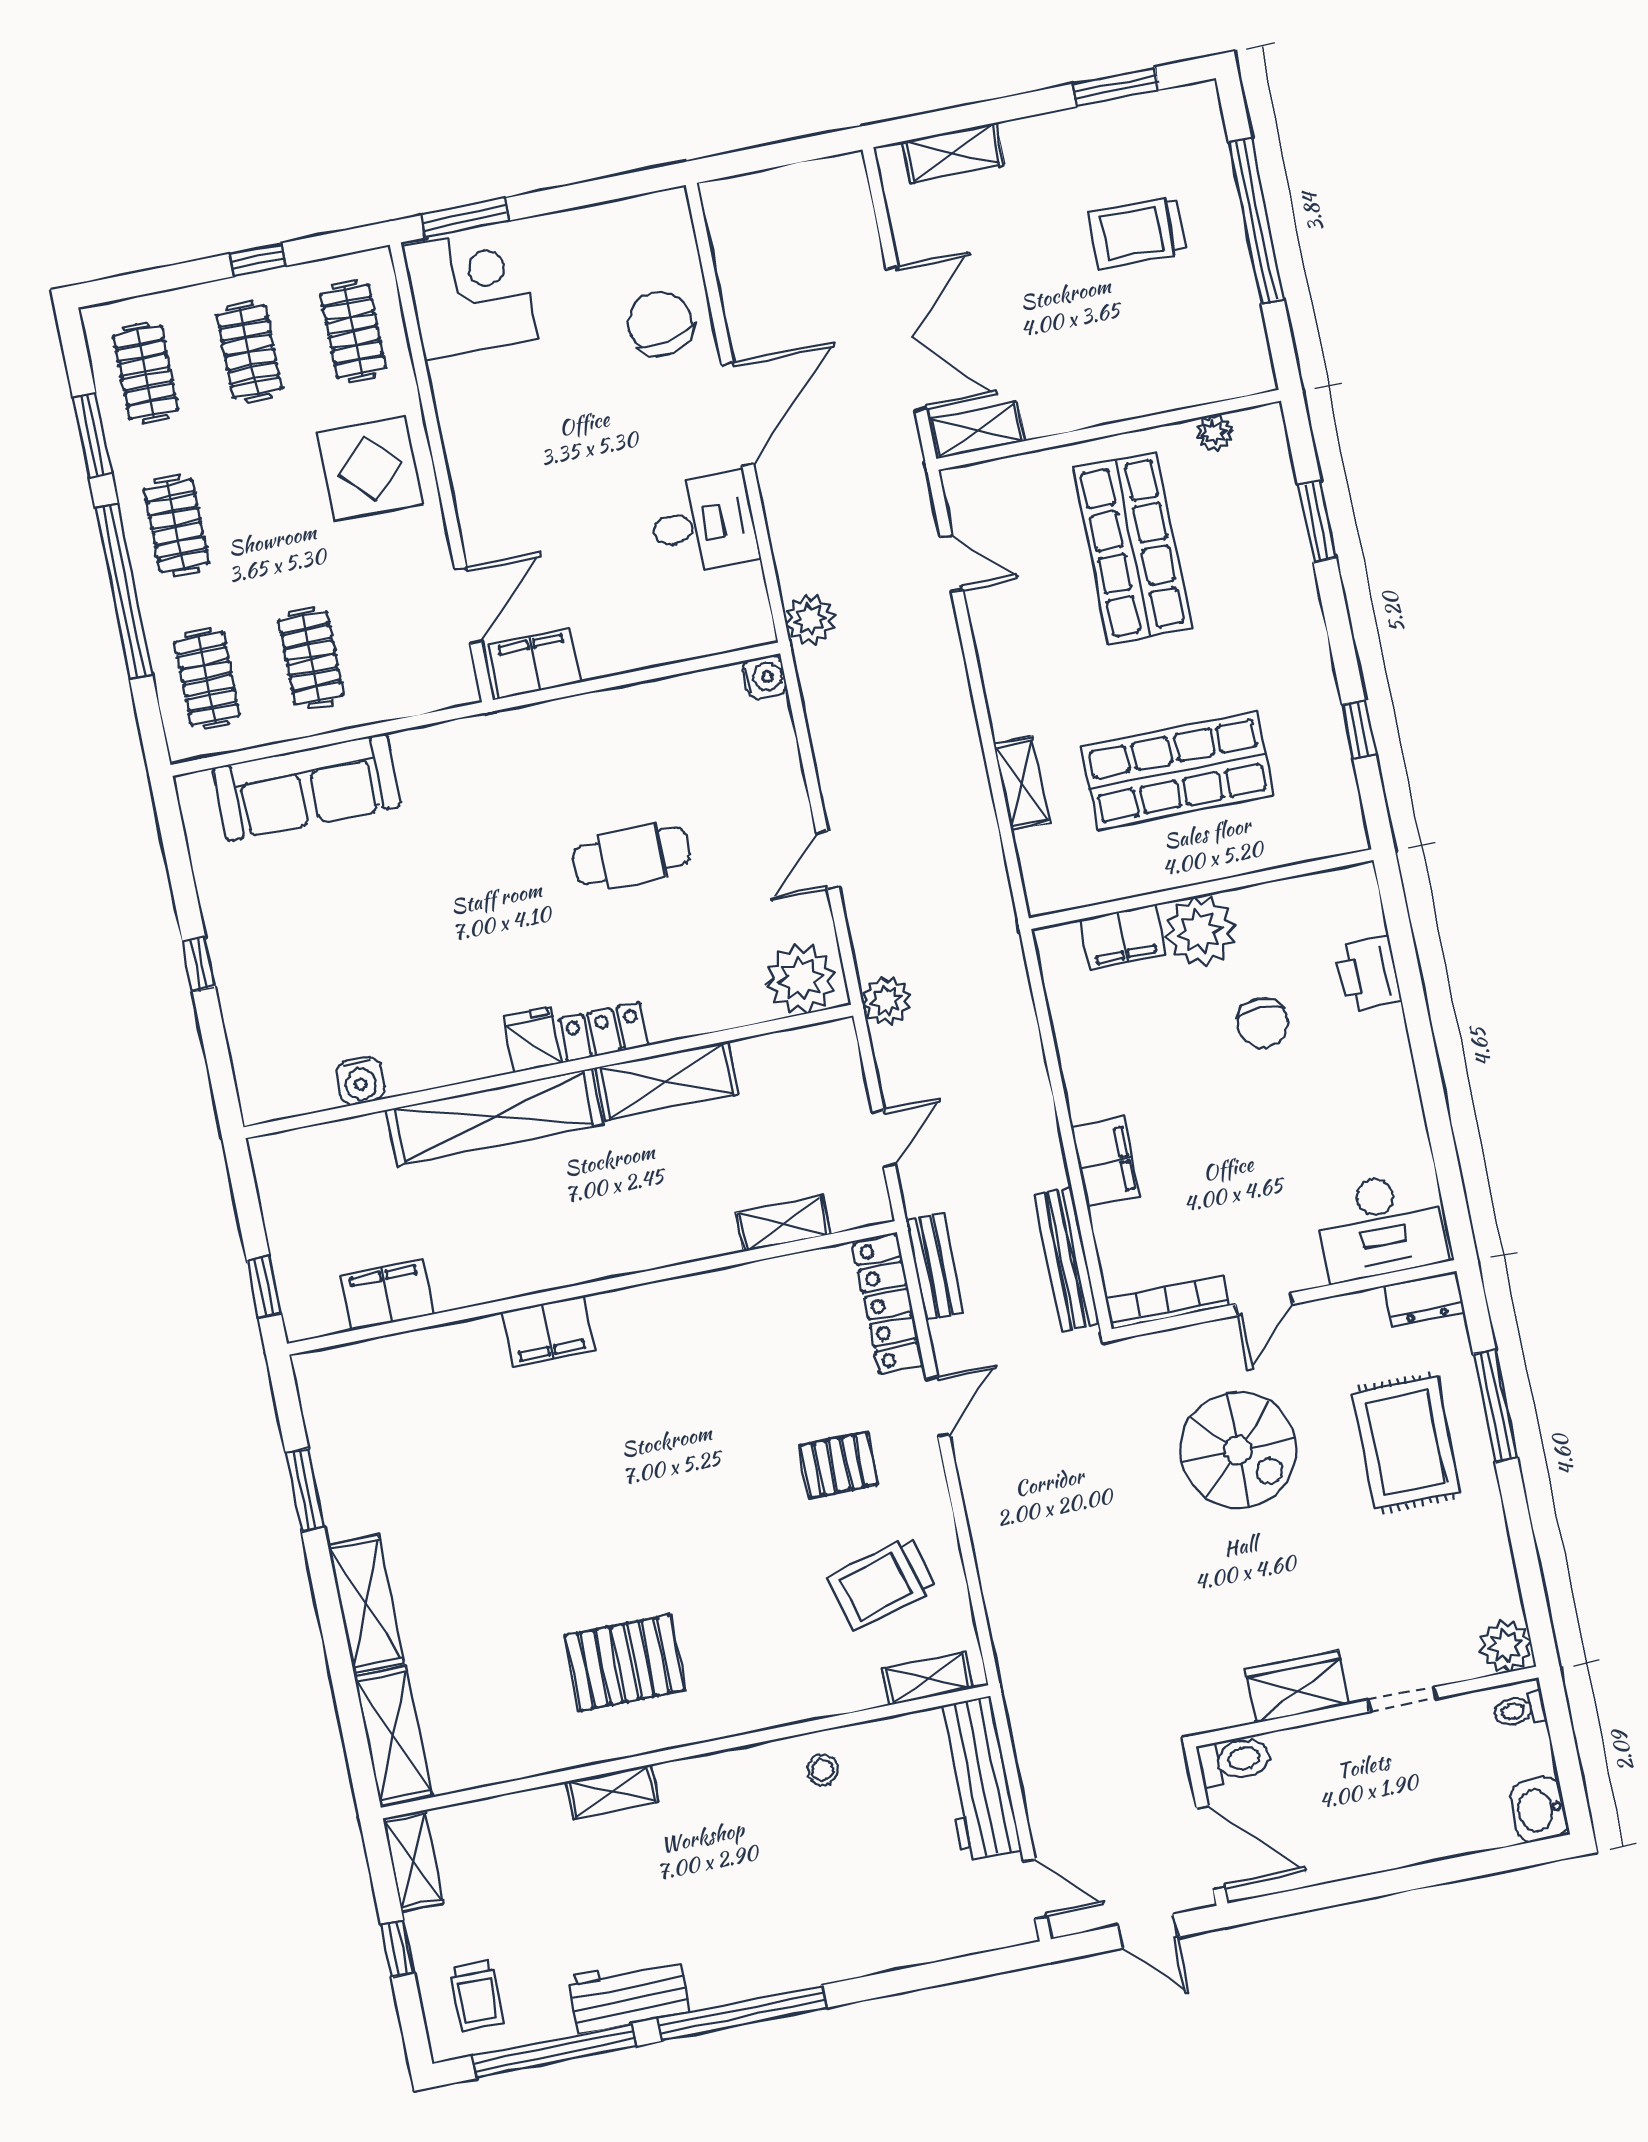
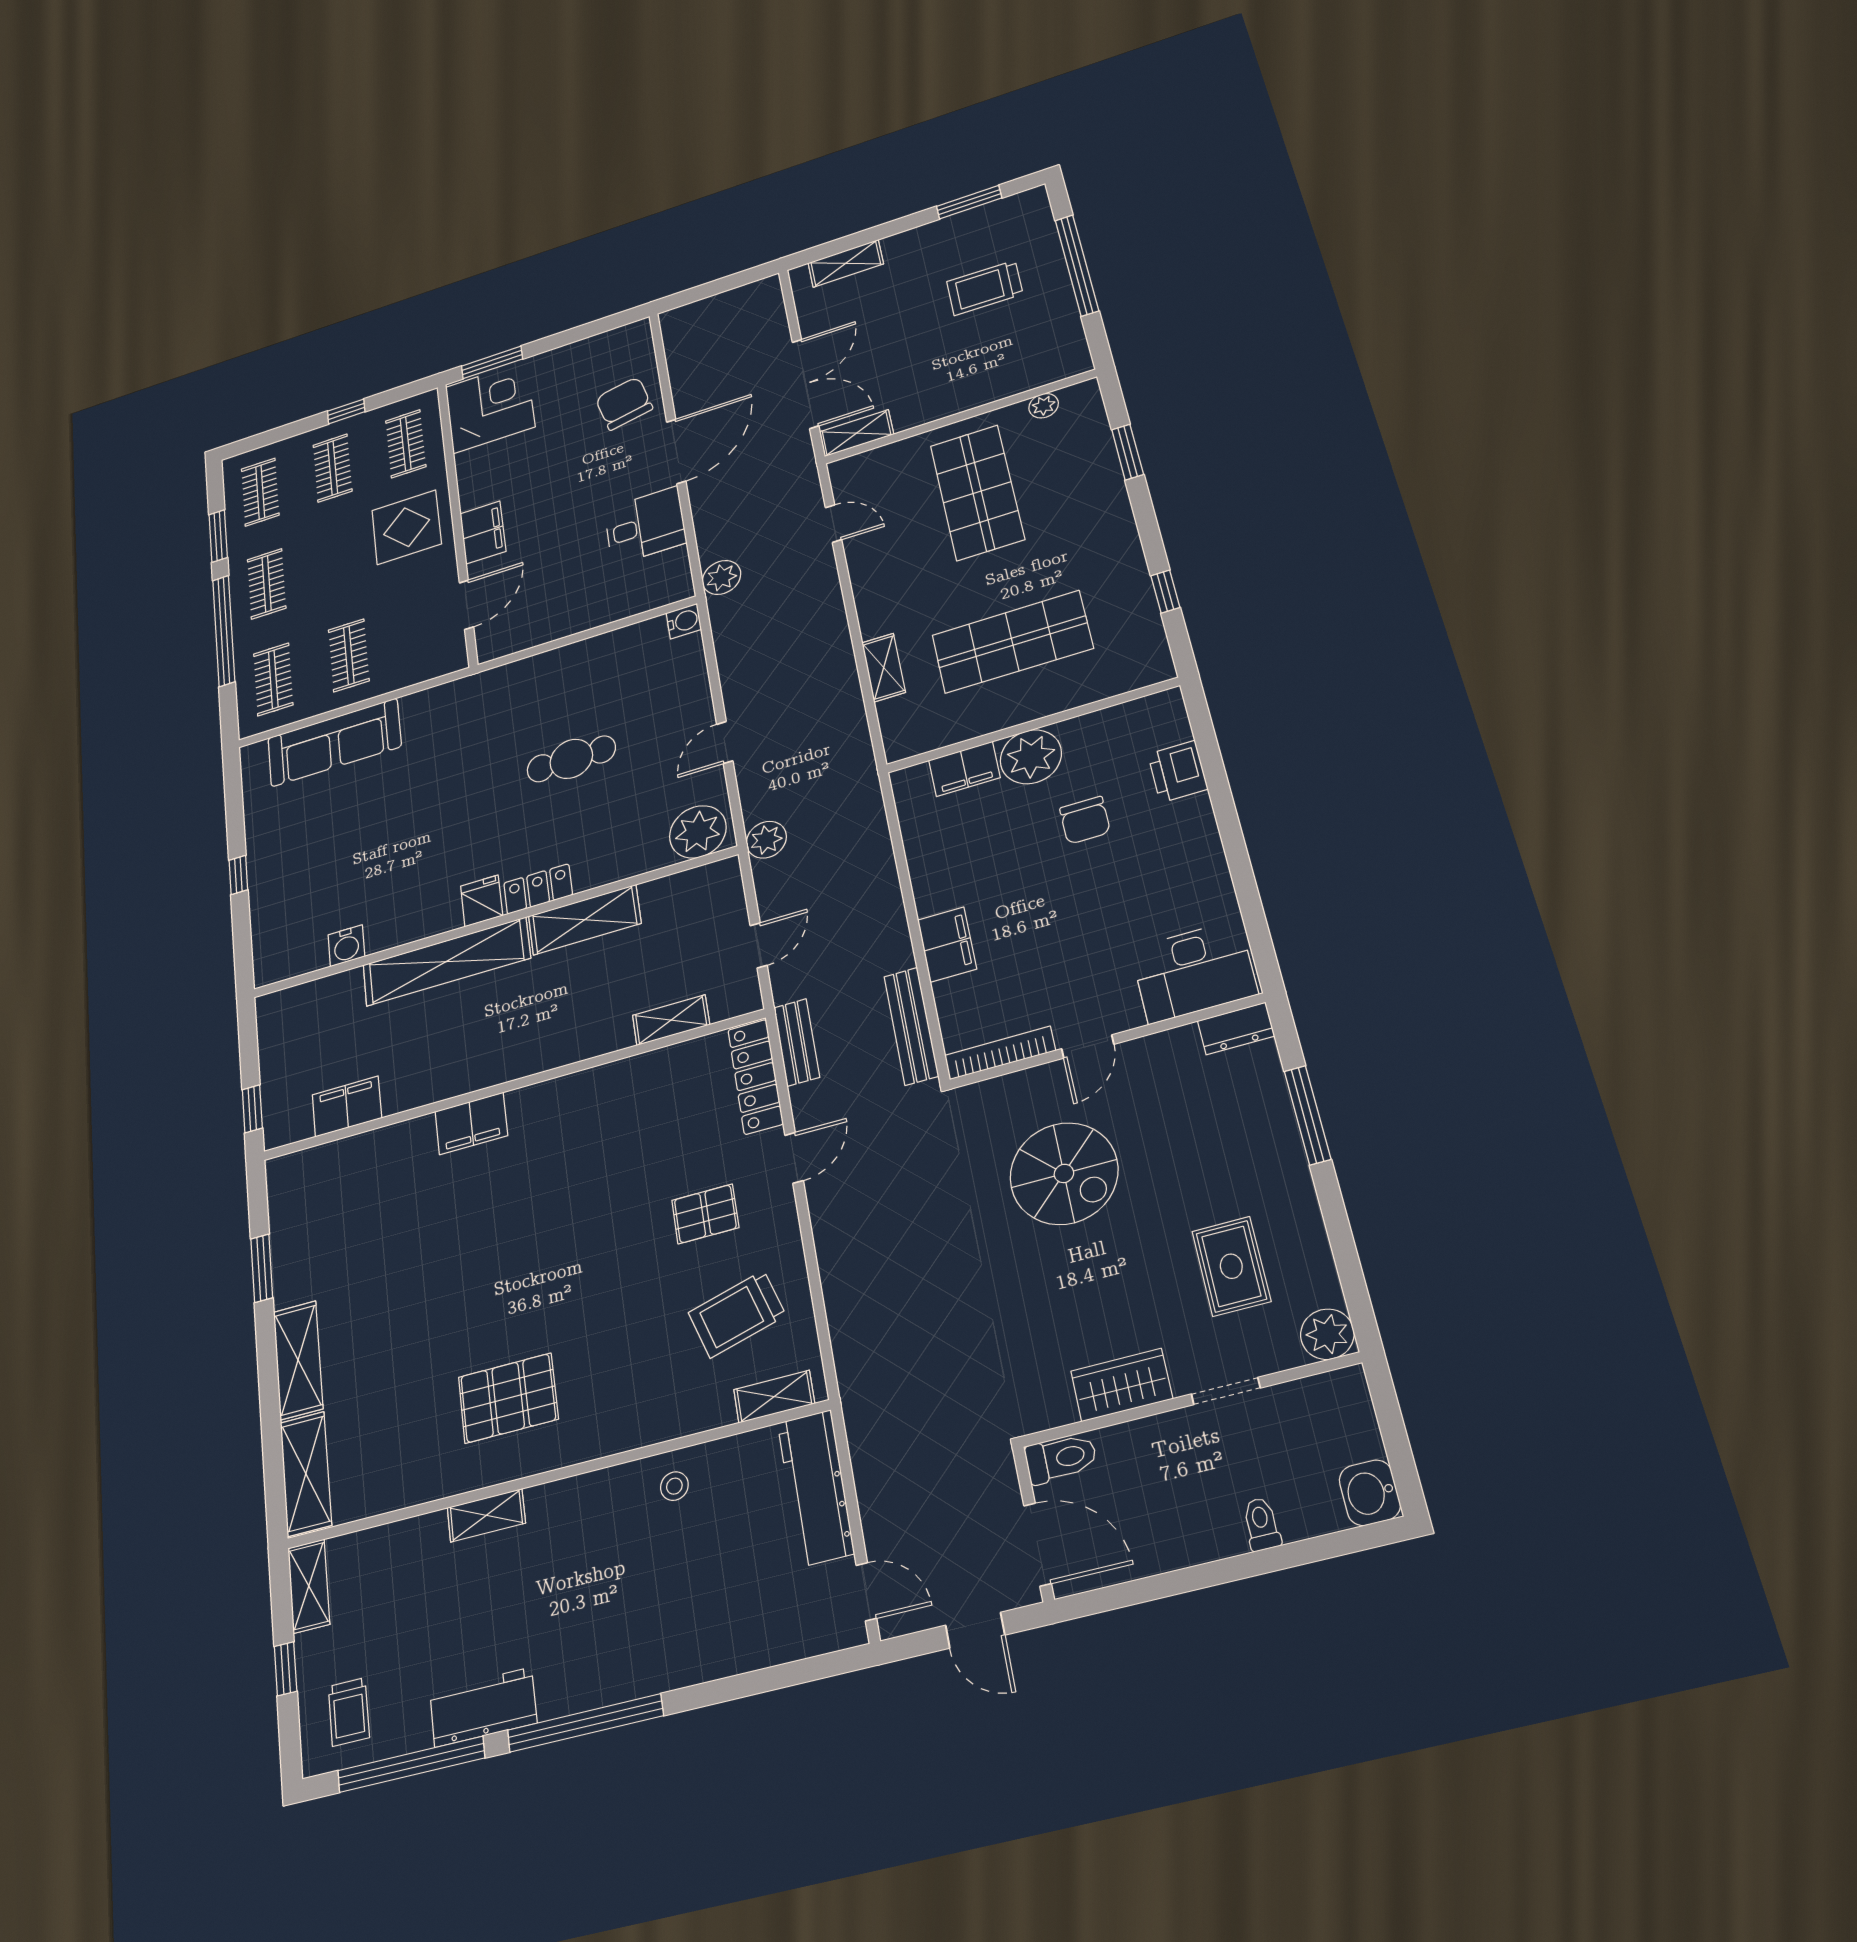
filing cabinet: (535, 663) -> (483, 532), moved, turned 90
rug: (1406, 1443) -> (1231, 1266), moved, width x0.73, depth x0.70
toilet: (1519, 1710) -> (1261, 1524), moved, turned 90

